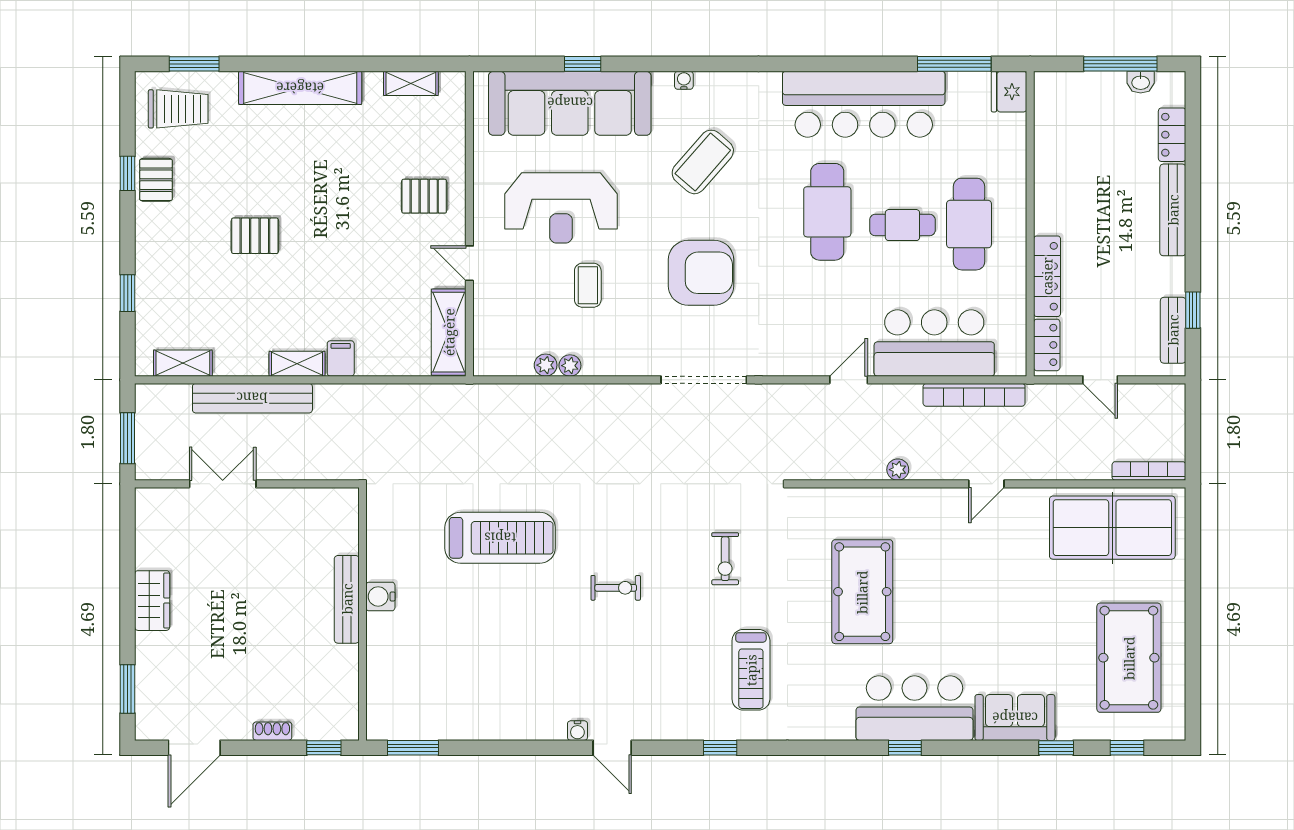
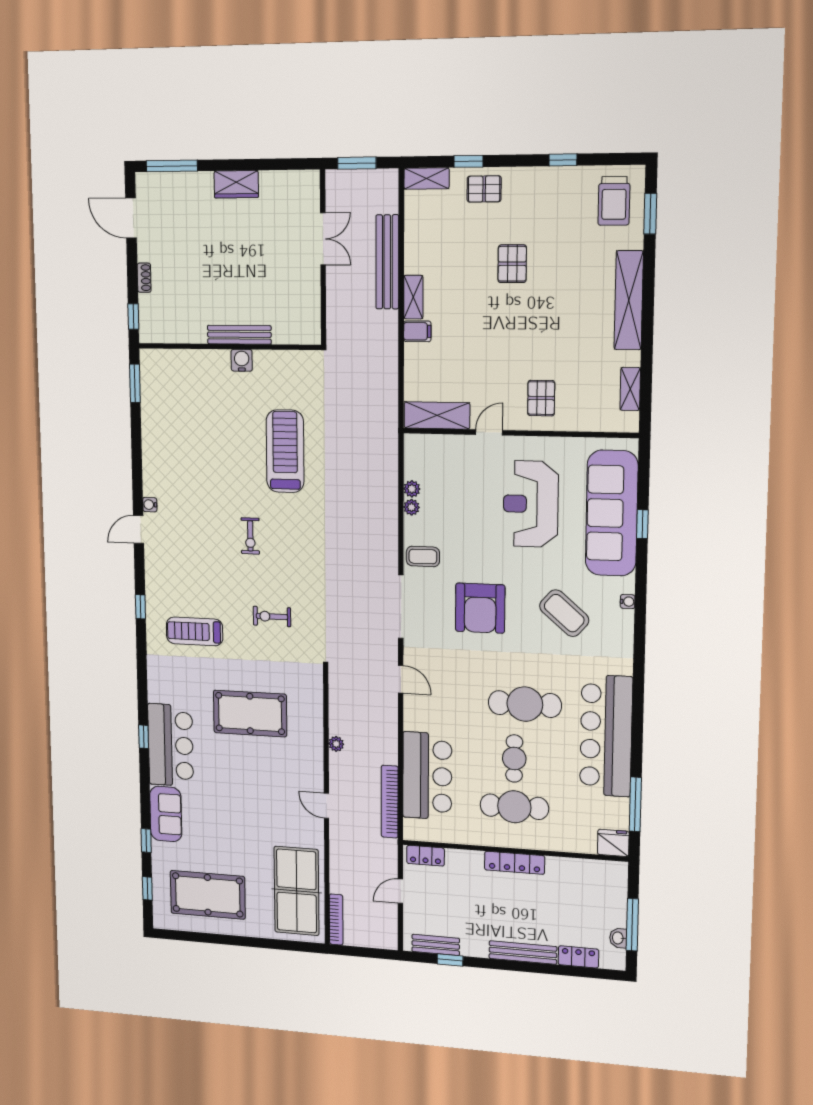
pallet: (156, 180) -> (484, 189), moved
locker: (1047, 276) -> (515, 863), moved
coffee table: (588, 285) -> (423, 556), moved
shelving: (183, 363) -> (426, 178), moved, turned 90
door: (849, 380) -> (401, 679), moved
treadmill: (500, 538) -> (285, 451), turned 180
window: (128, 689) -> (172, 166), width x1.44

